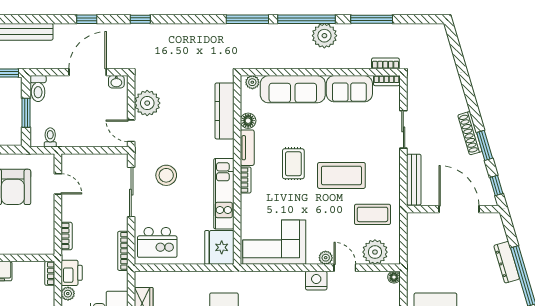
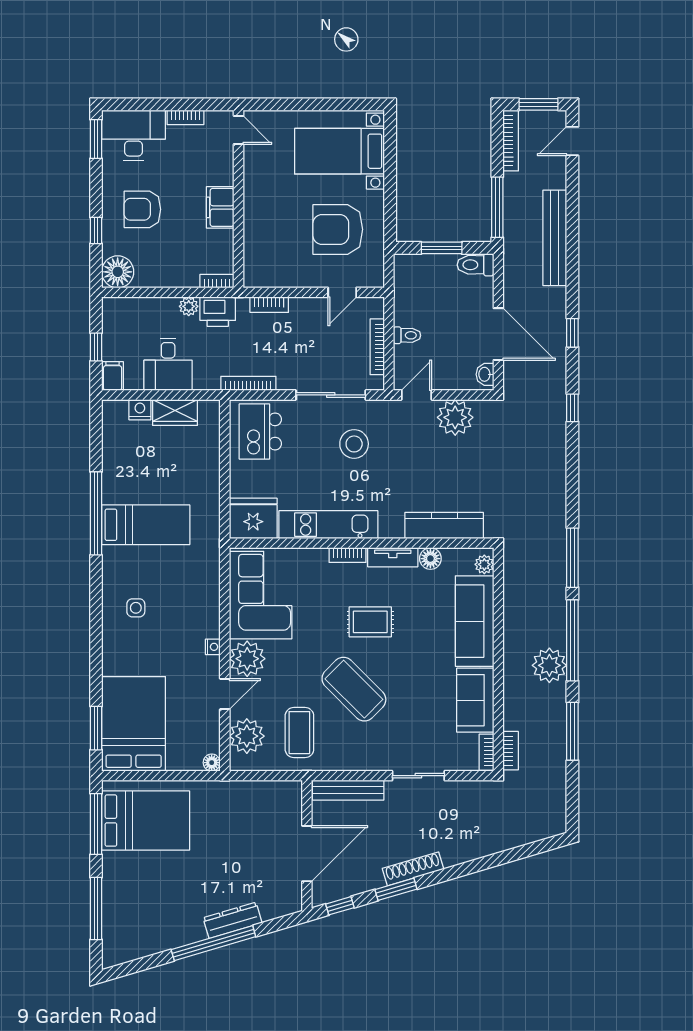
toilet: (50, 137) -> (407, 335), moved
bookcase: (97, 159) -> (377, 347), added
coffee table: (341, 175) -> (354, 689), turned -45
plant: (326, 258) -> (247, 659), width x1.88, depth x1.88
nightstand: (316, 281) -> (213, 647), width x0.53, depth x0.56

